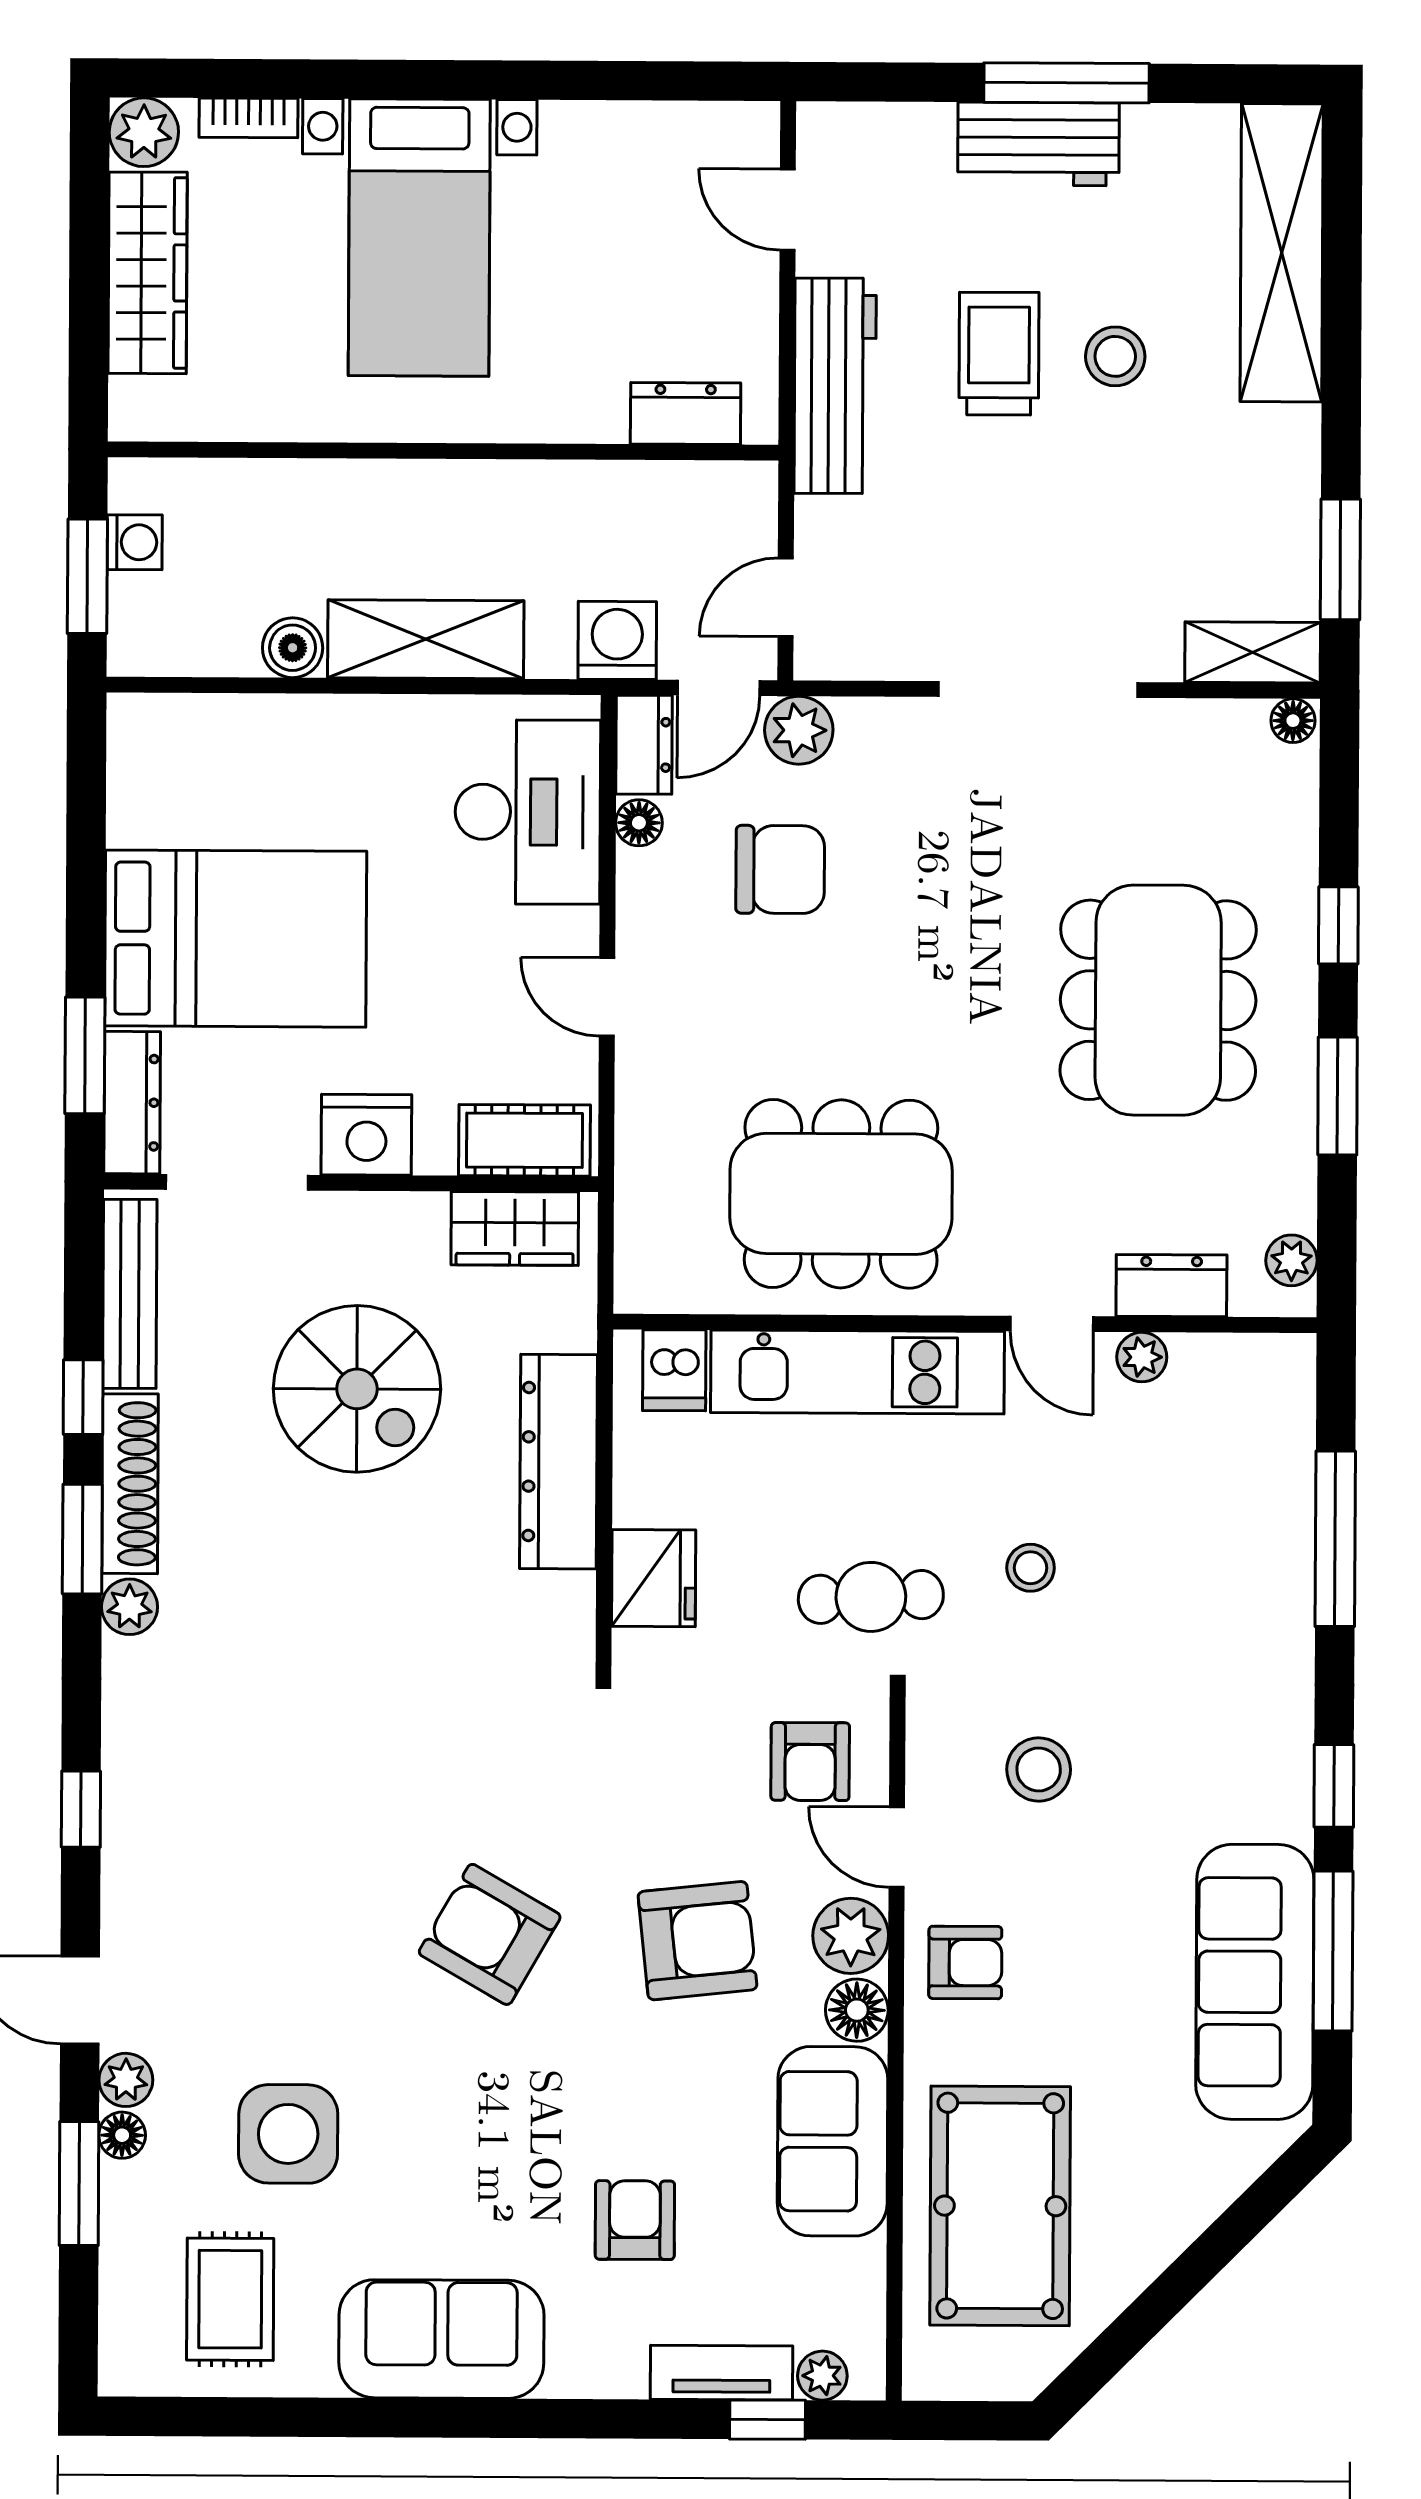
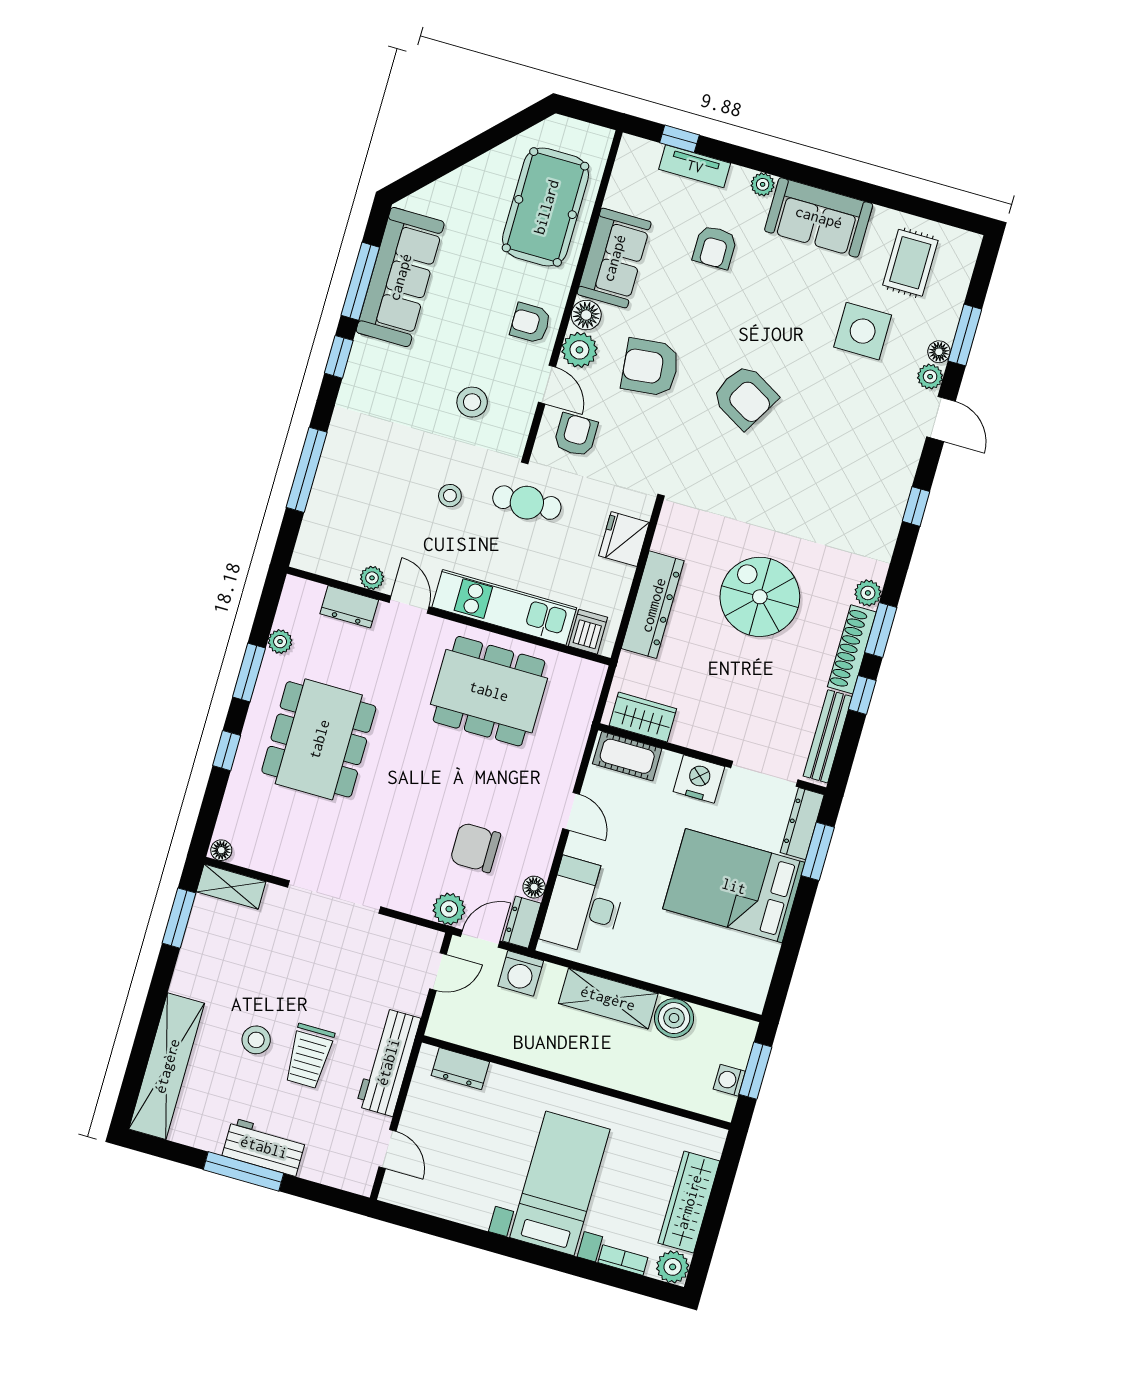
boiler: (293, 648) -> (674, 1018), width x1.36, depth x1.36
plant: (1291, 1260) -> (280, 642), moved
spiral stairs: (357, 1389) -> (760, 597), moved
plant: (822, 2376) -> (763, 184), moved

